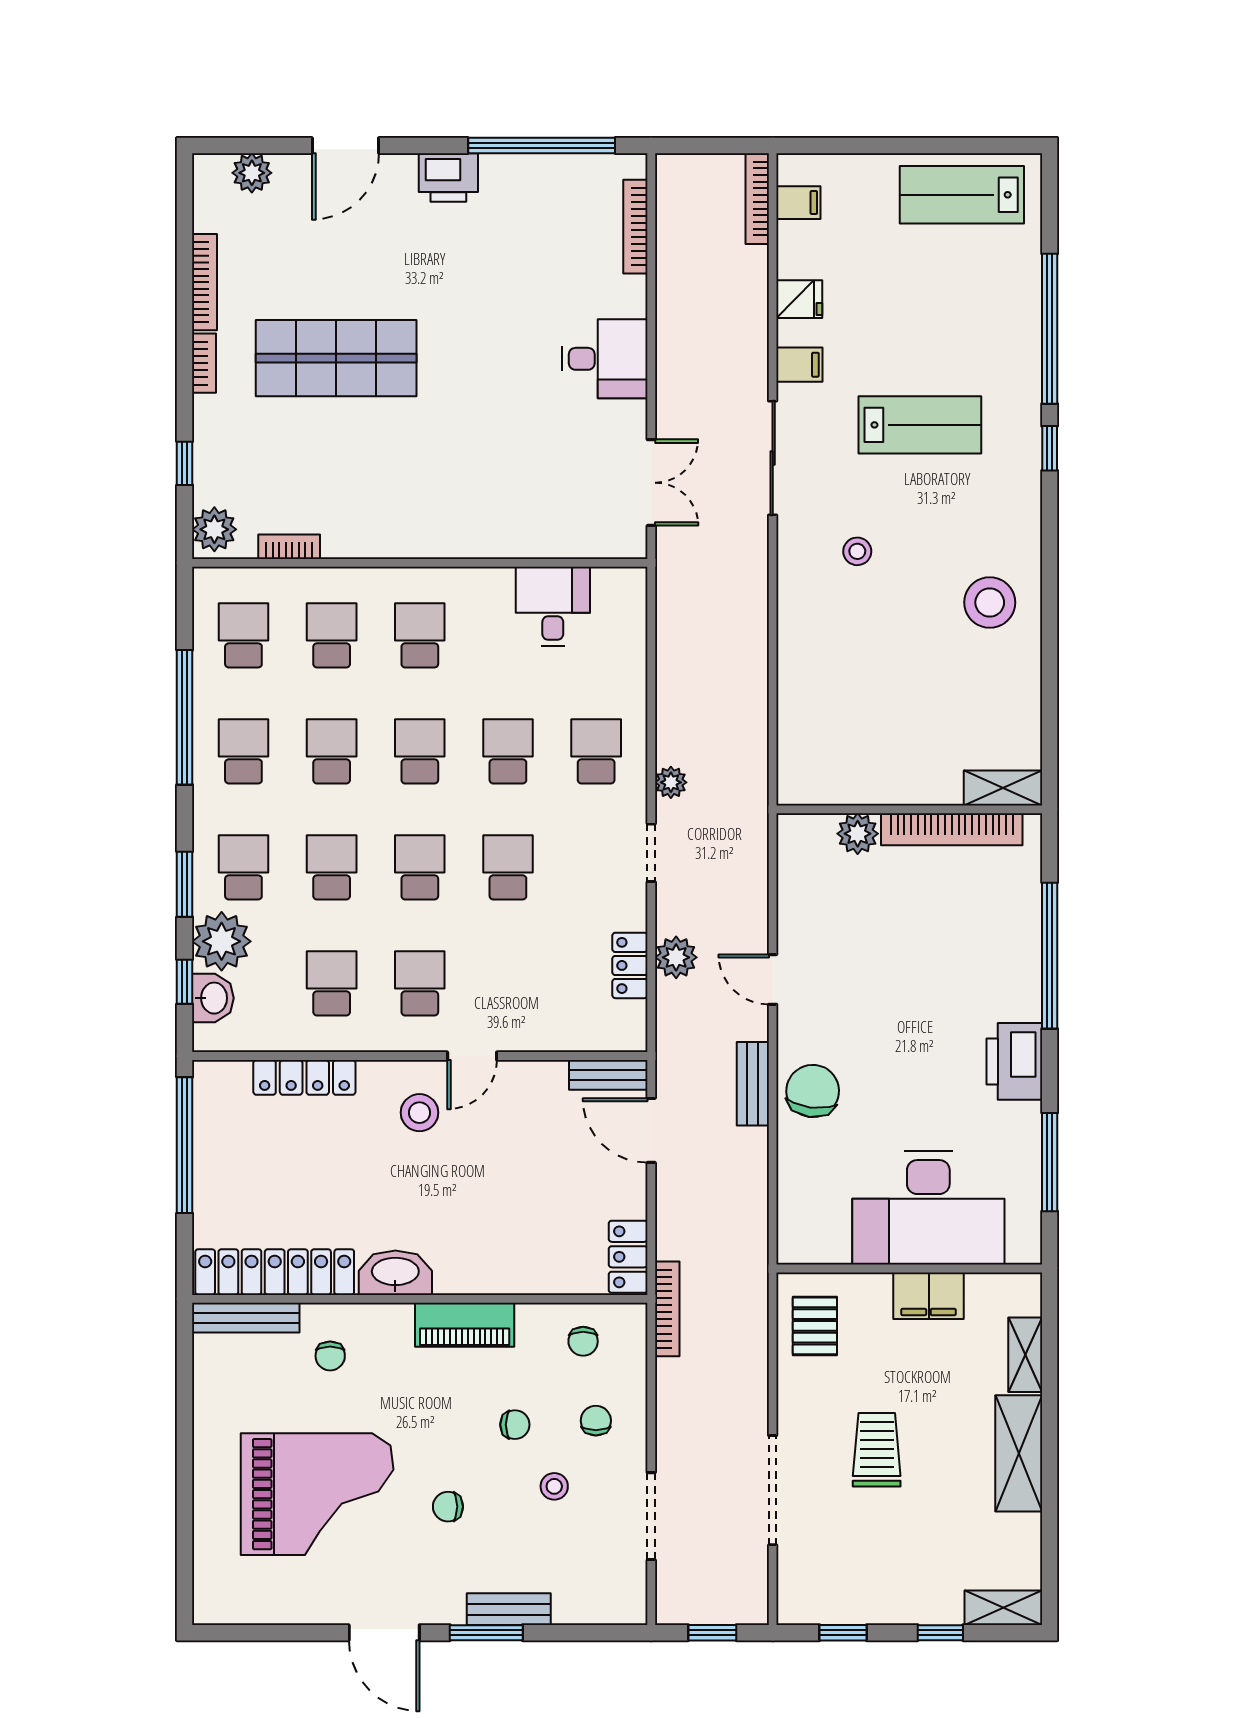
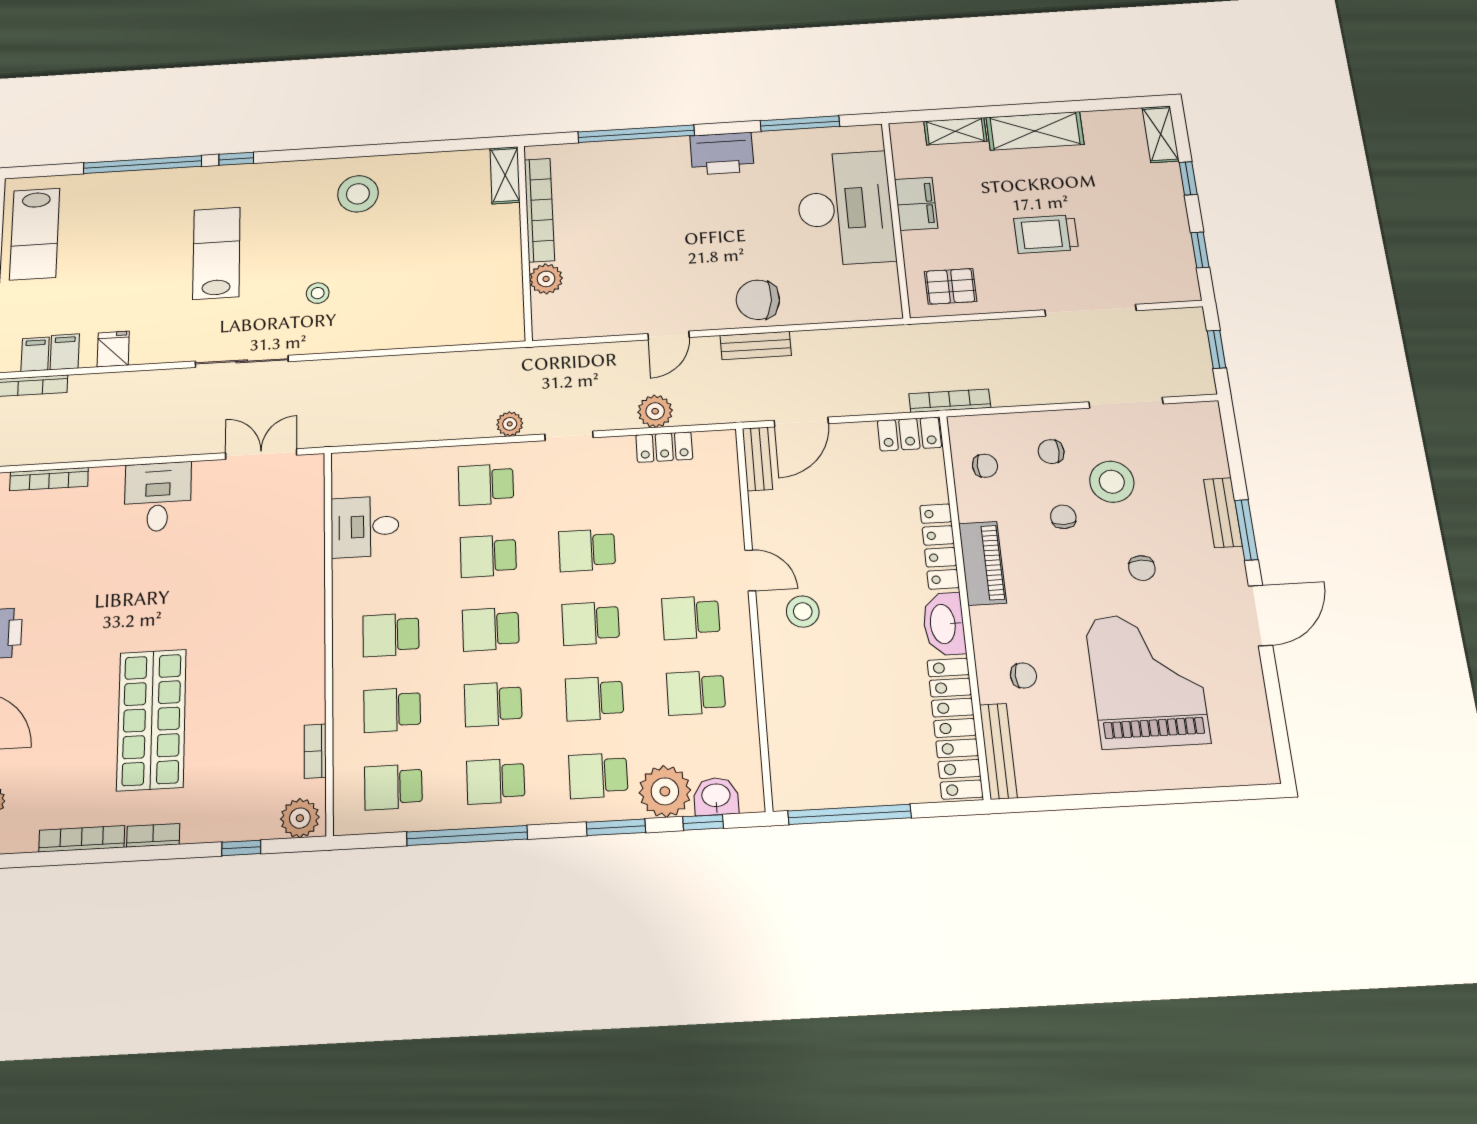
filing cabinet: (799, 365) -> (65, 352), moved
locker: (304, 1077) -> (939, 546), moved, turned 180
stool: (554, 1486) -> (1112, 482), width x1.89, depth x1.89

